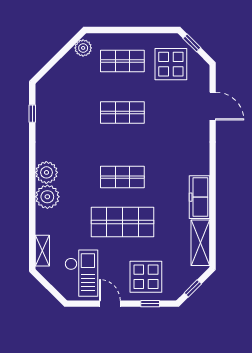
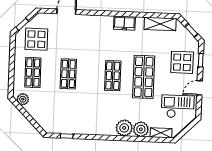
plant: (46, 172) -> (141, 129), moved
freezer: (200, 197) -> (124, 23), width x0.71

